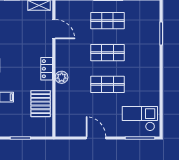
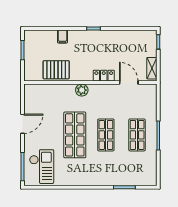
door: (54, 29) -> (129, 83), swing flipped
locker: (47, 69) -> (104, 76), moved
shop shelf: (108, 84) -> (75, 135), width x1.43, depth x1.36

